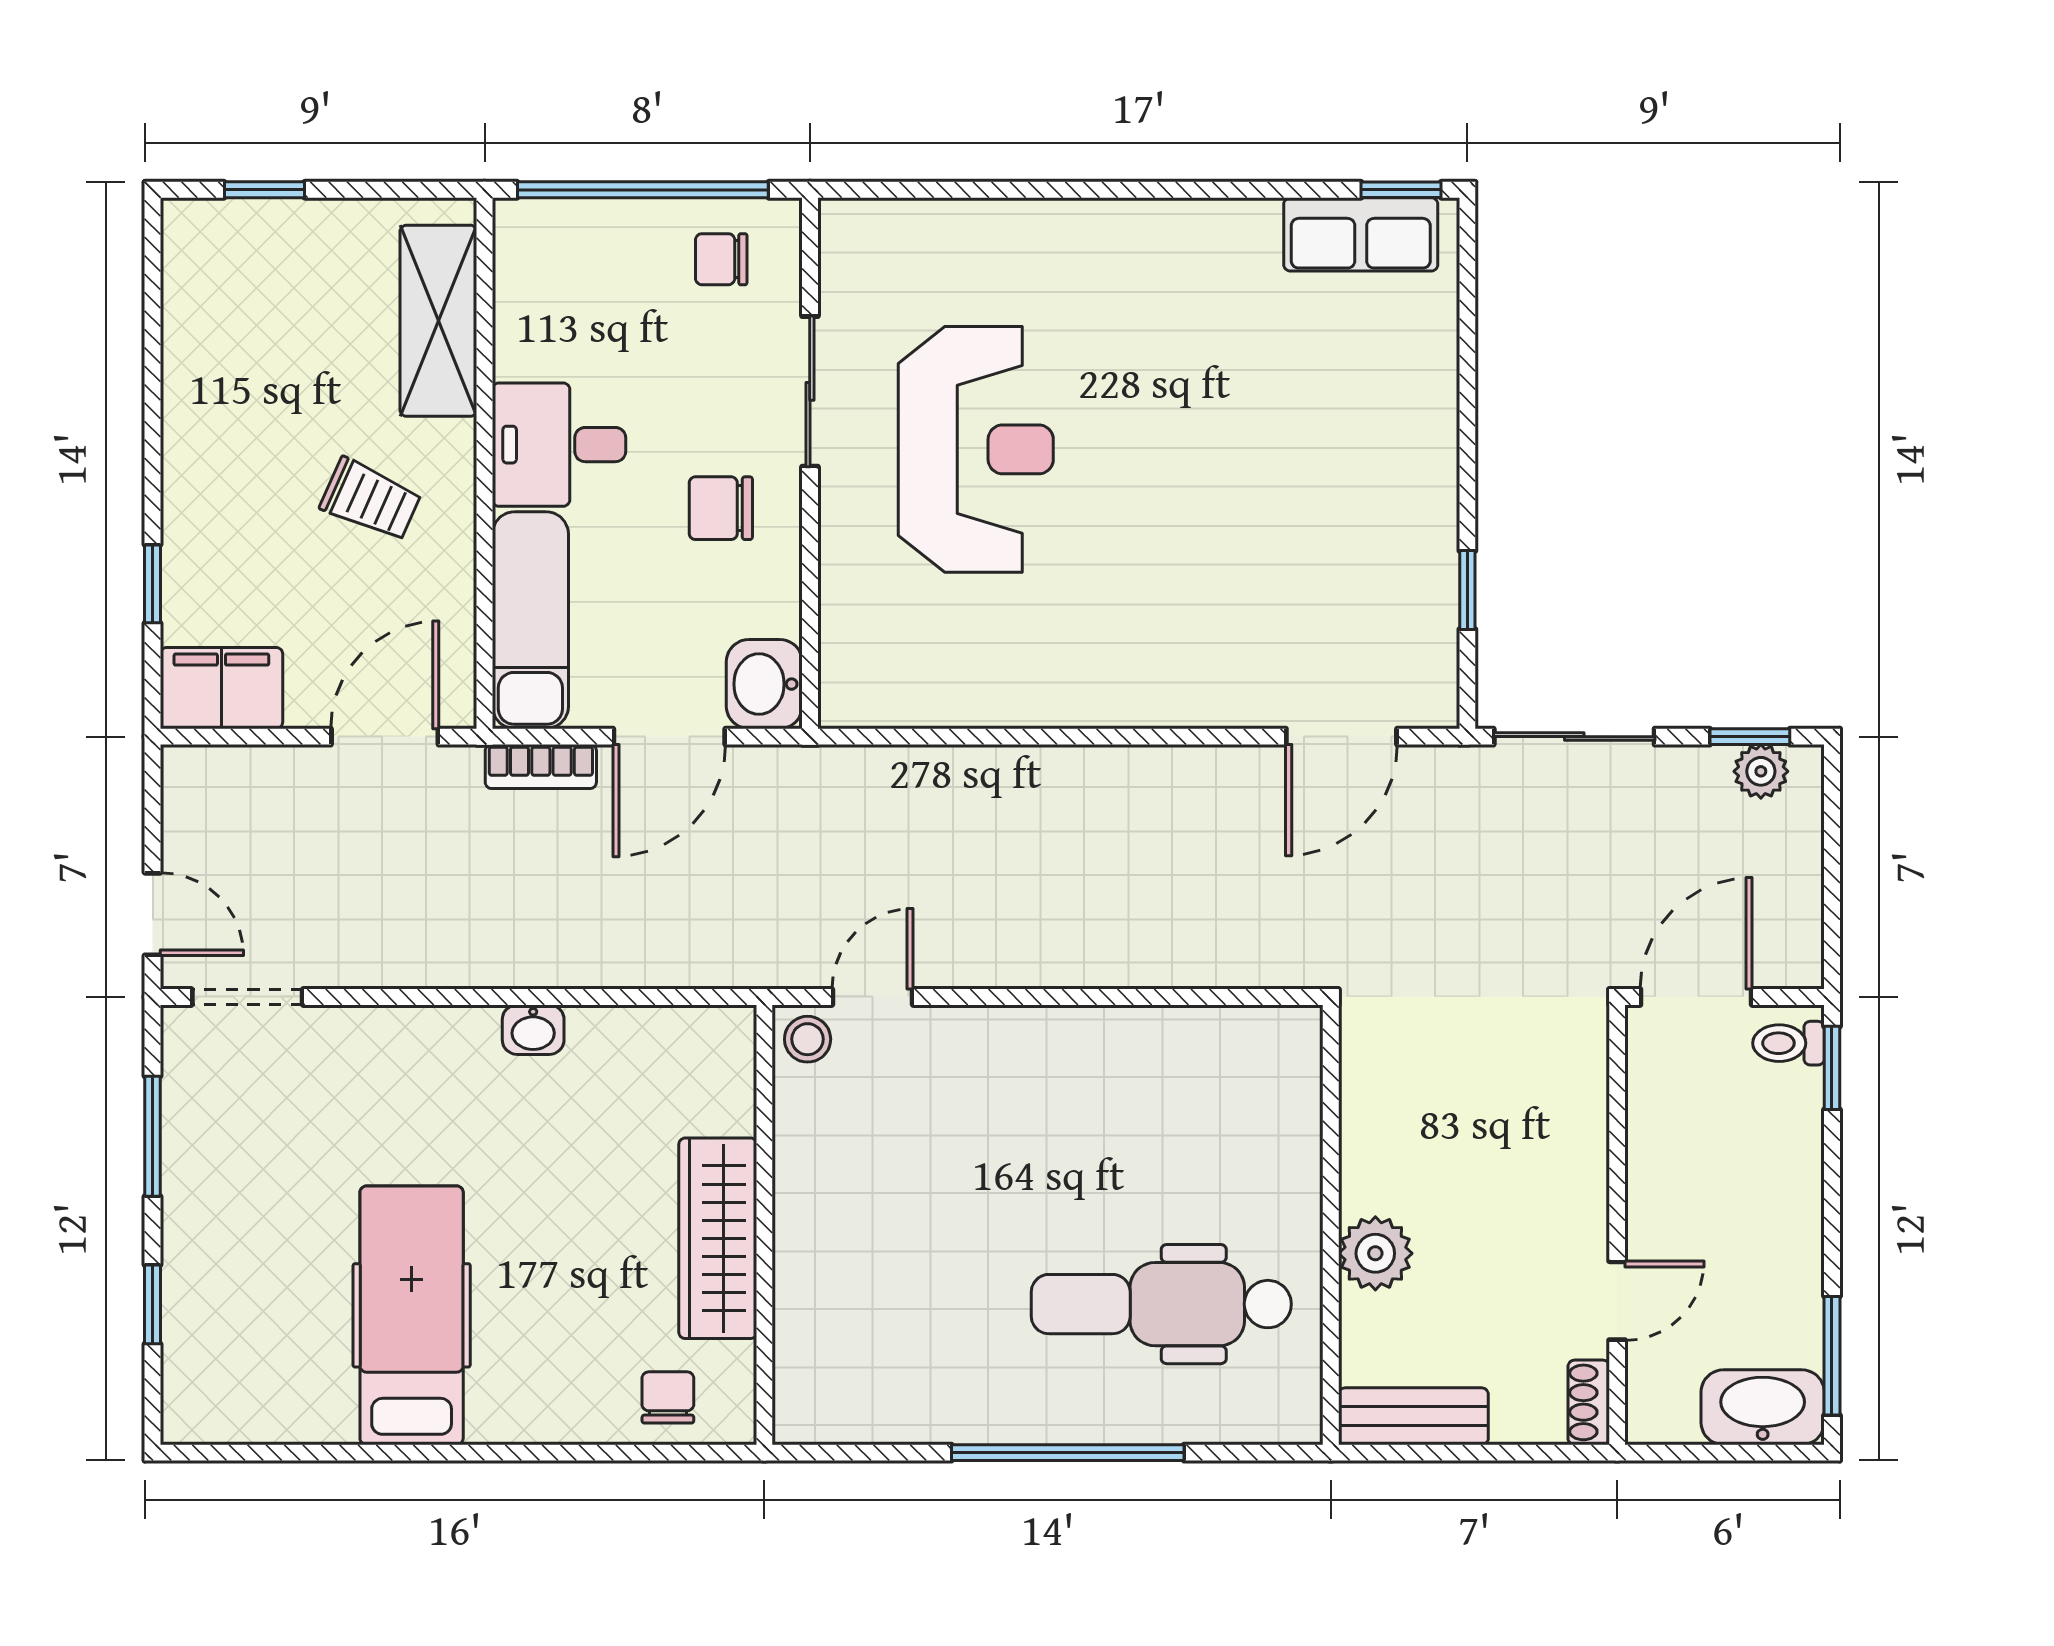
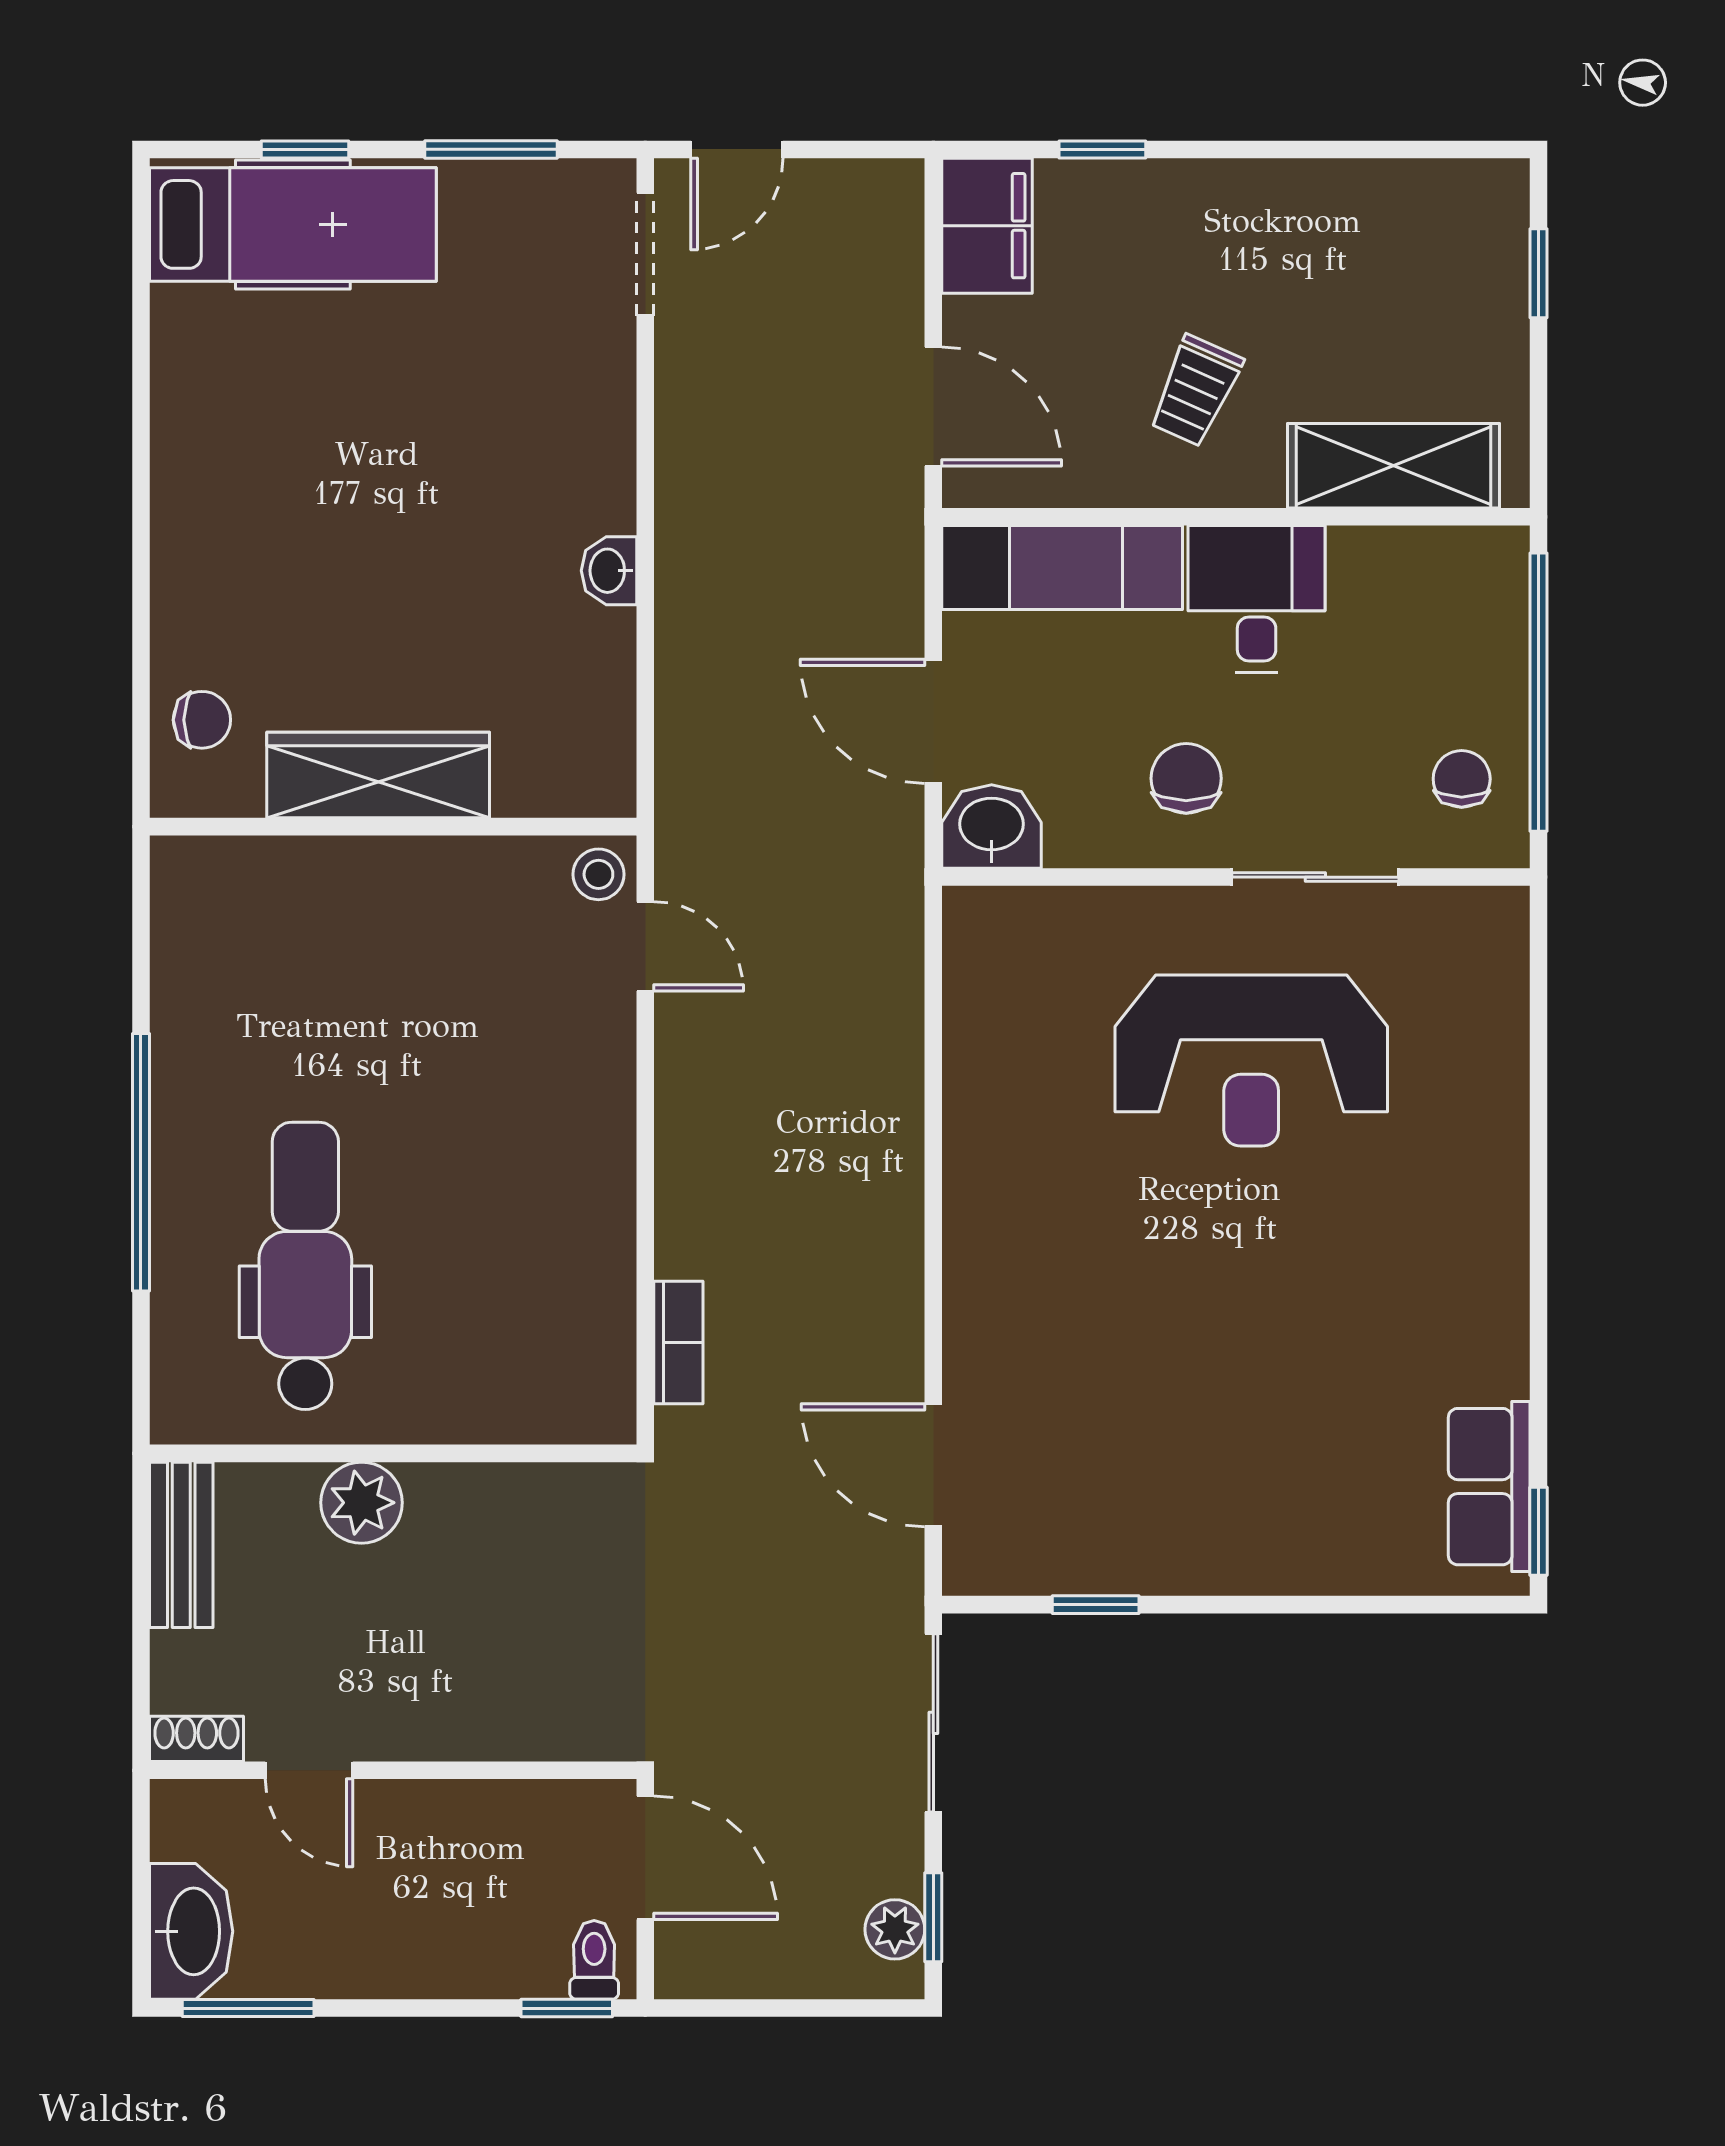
bookcase: (541, 767) -> (678, 1342), moved, turned 180
hospital bed: (412, 1315) -> (293, 224), moved

